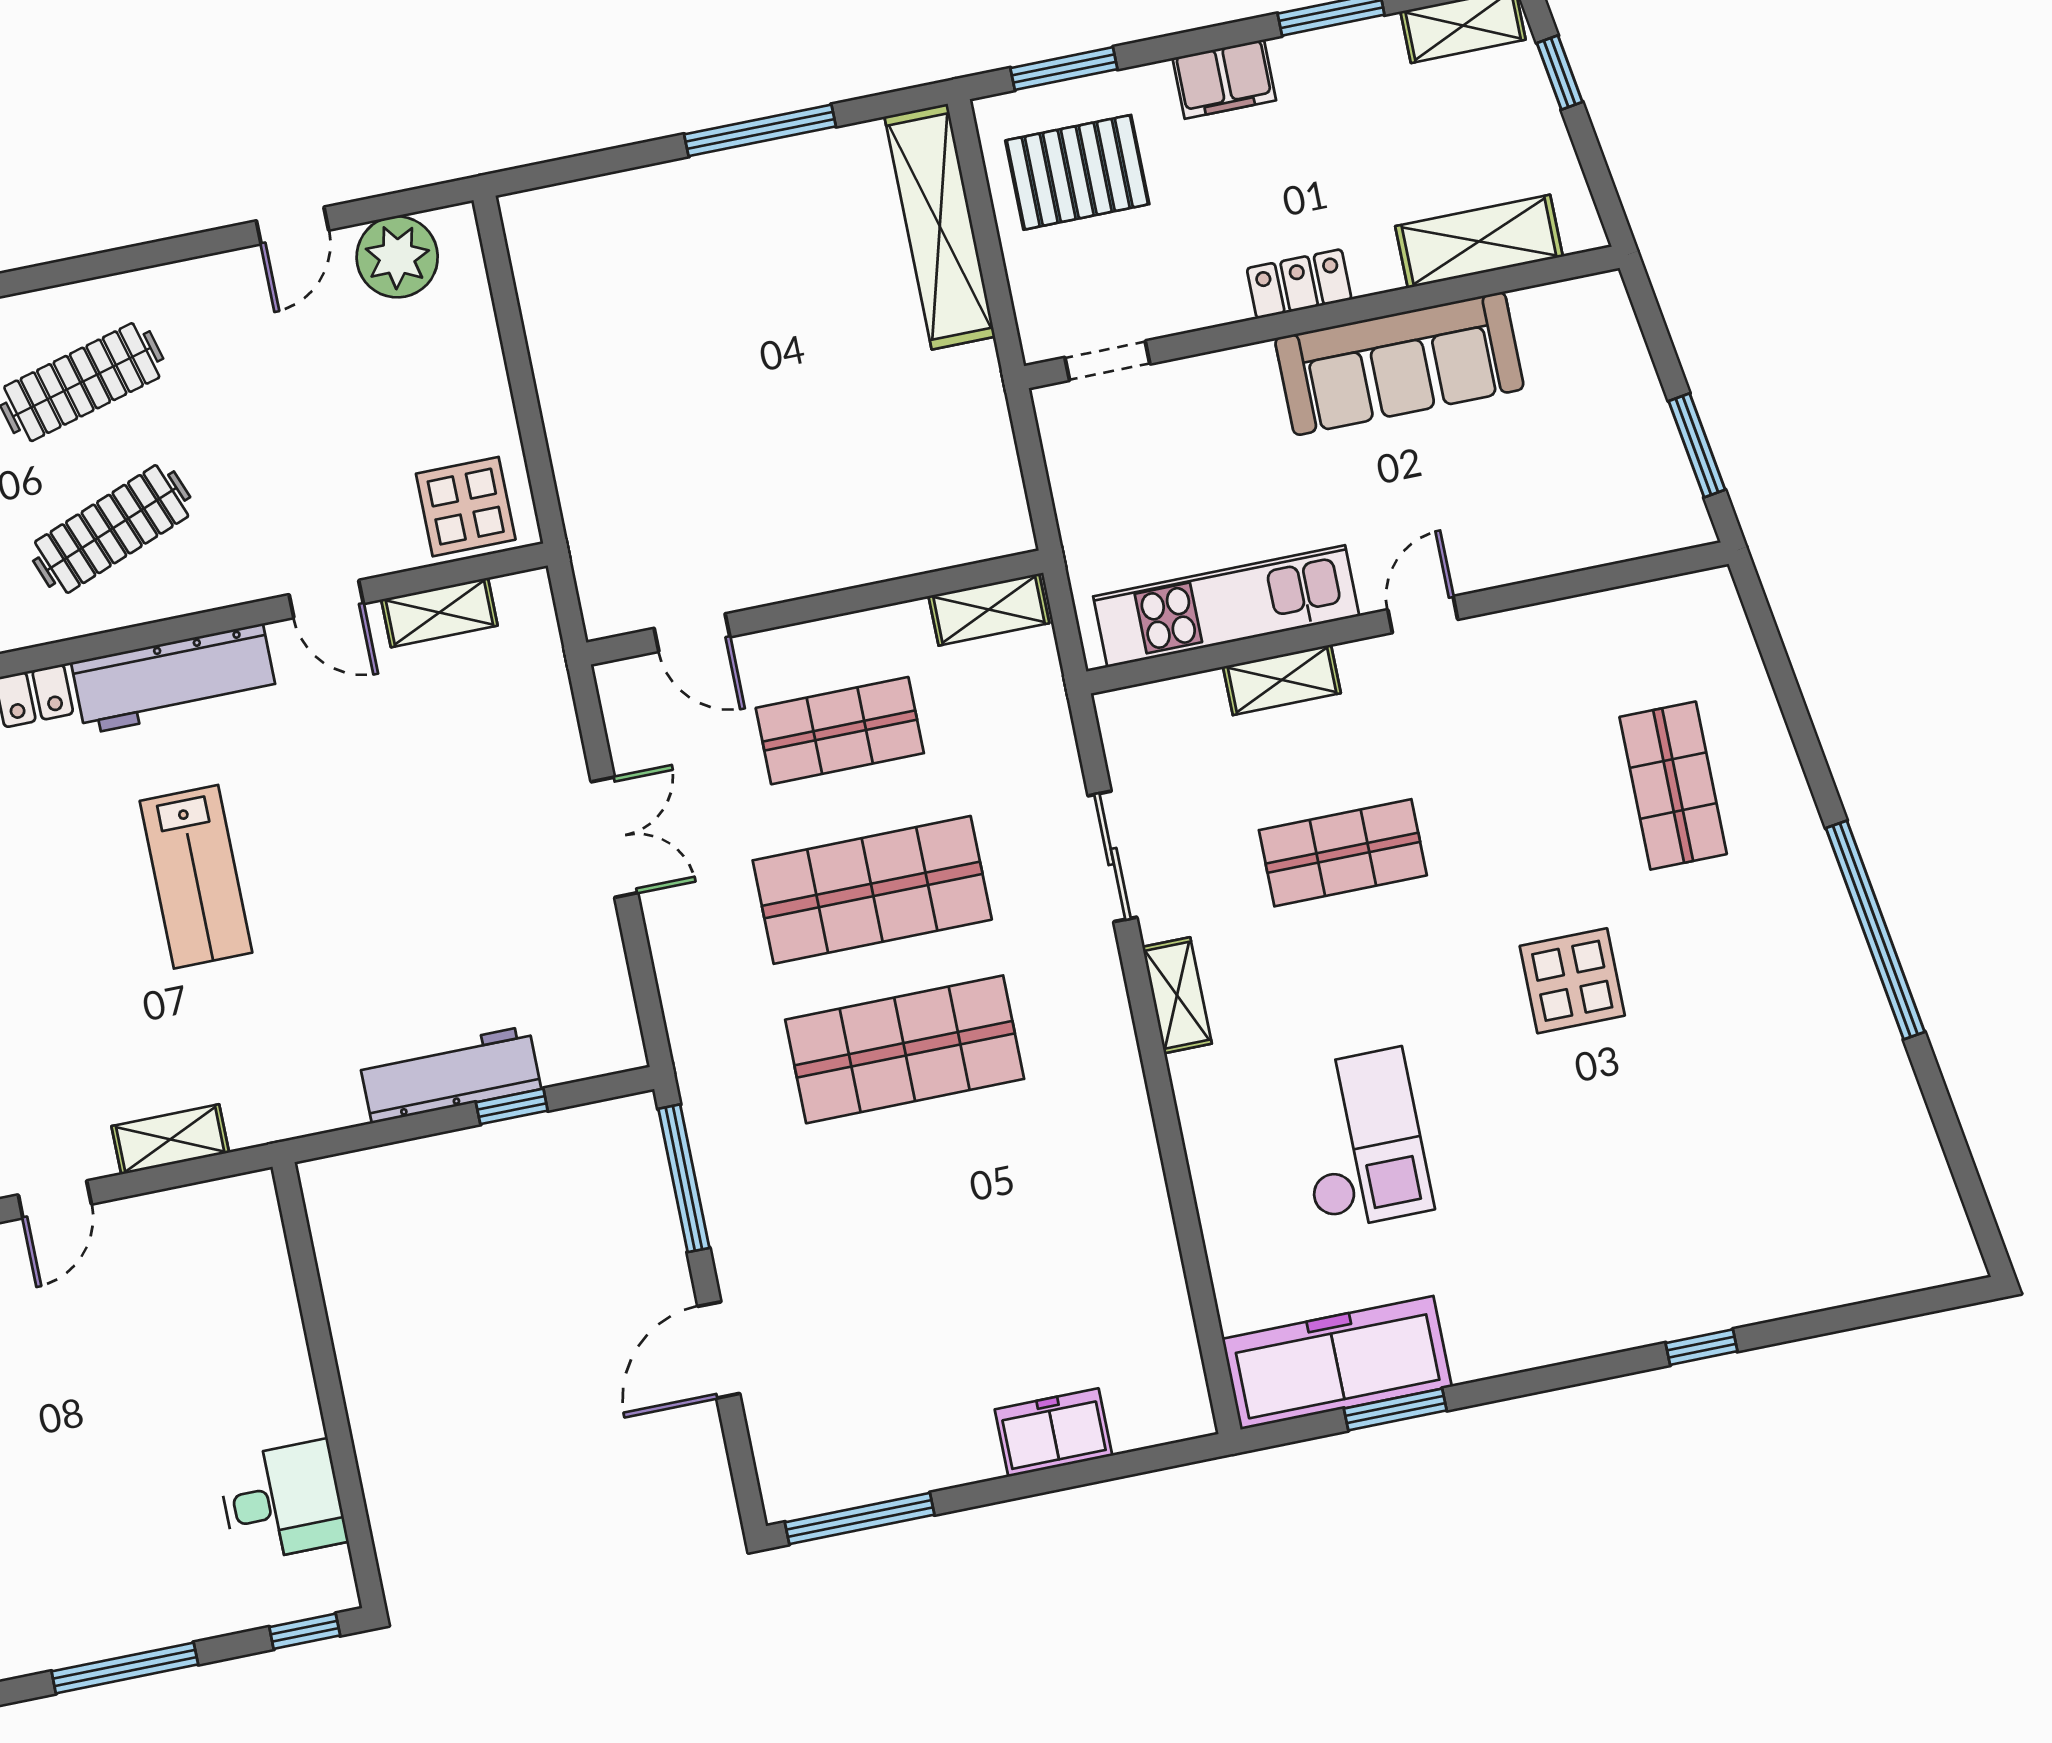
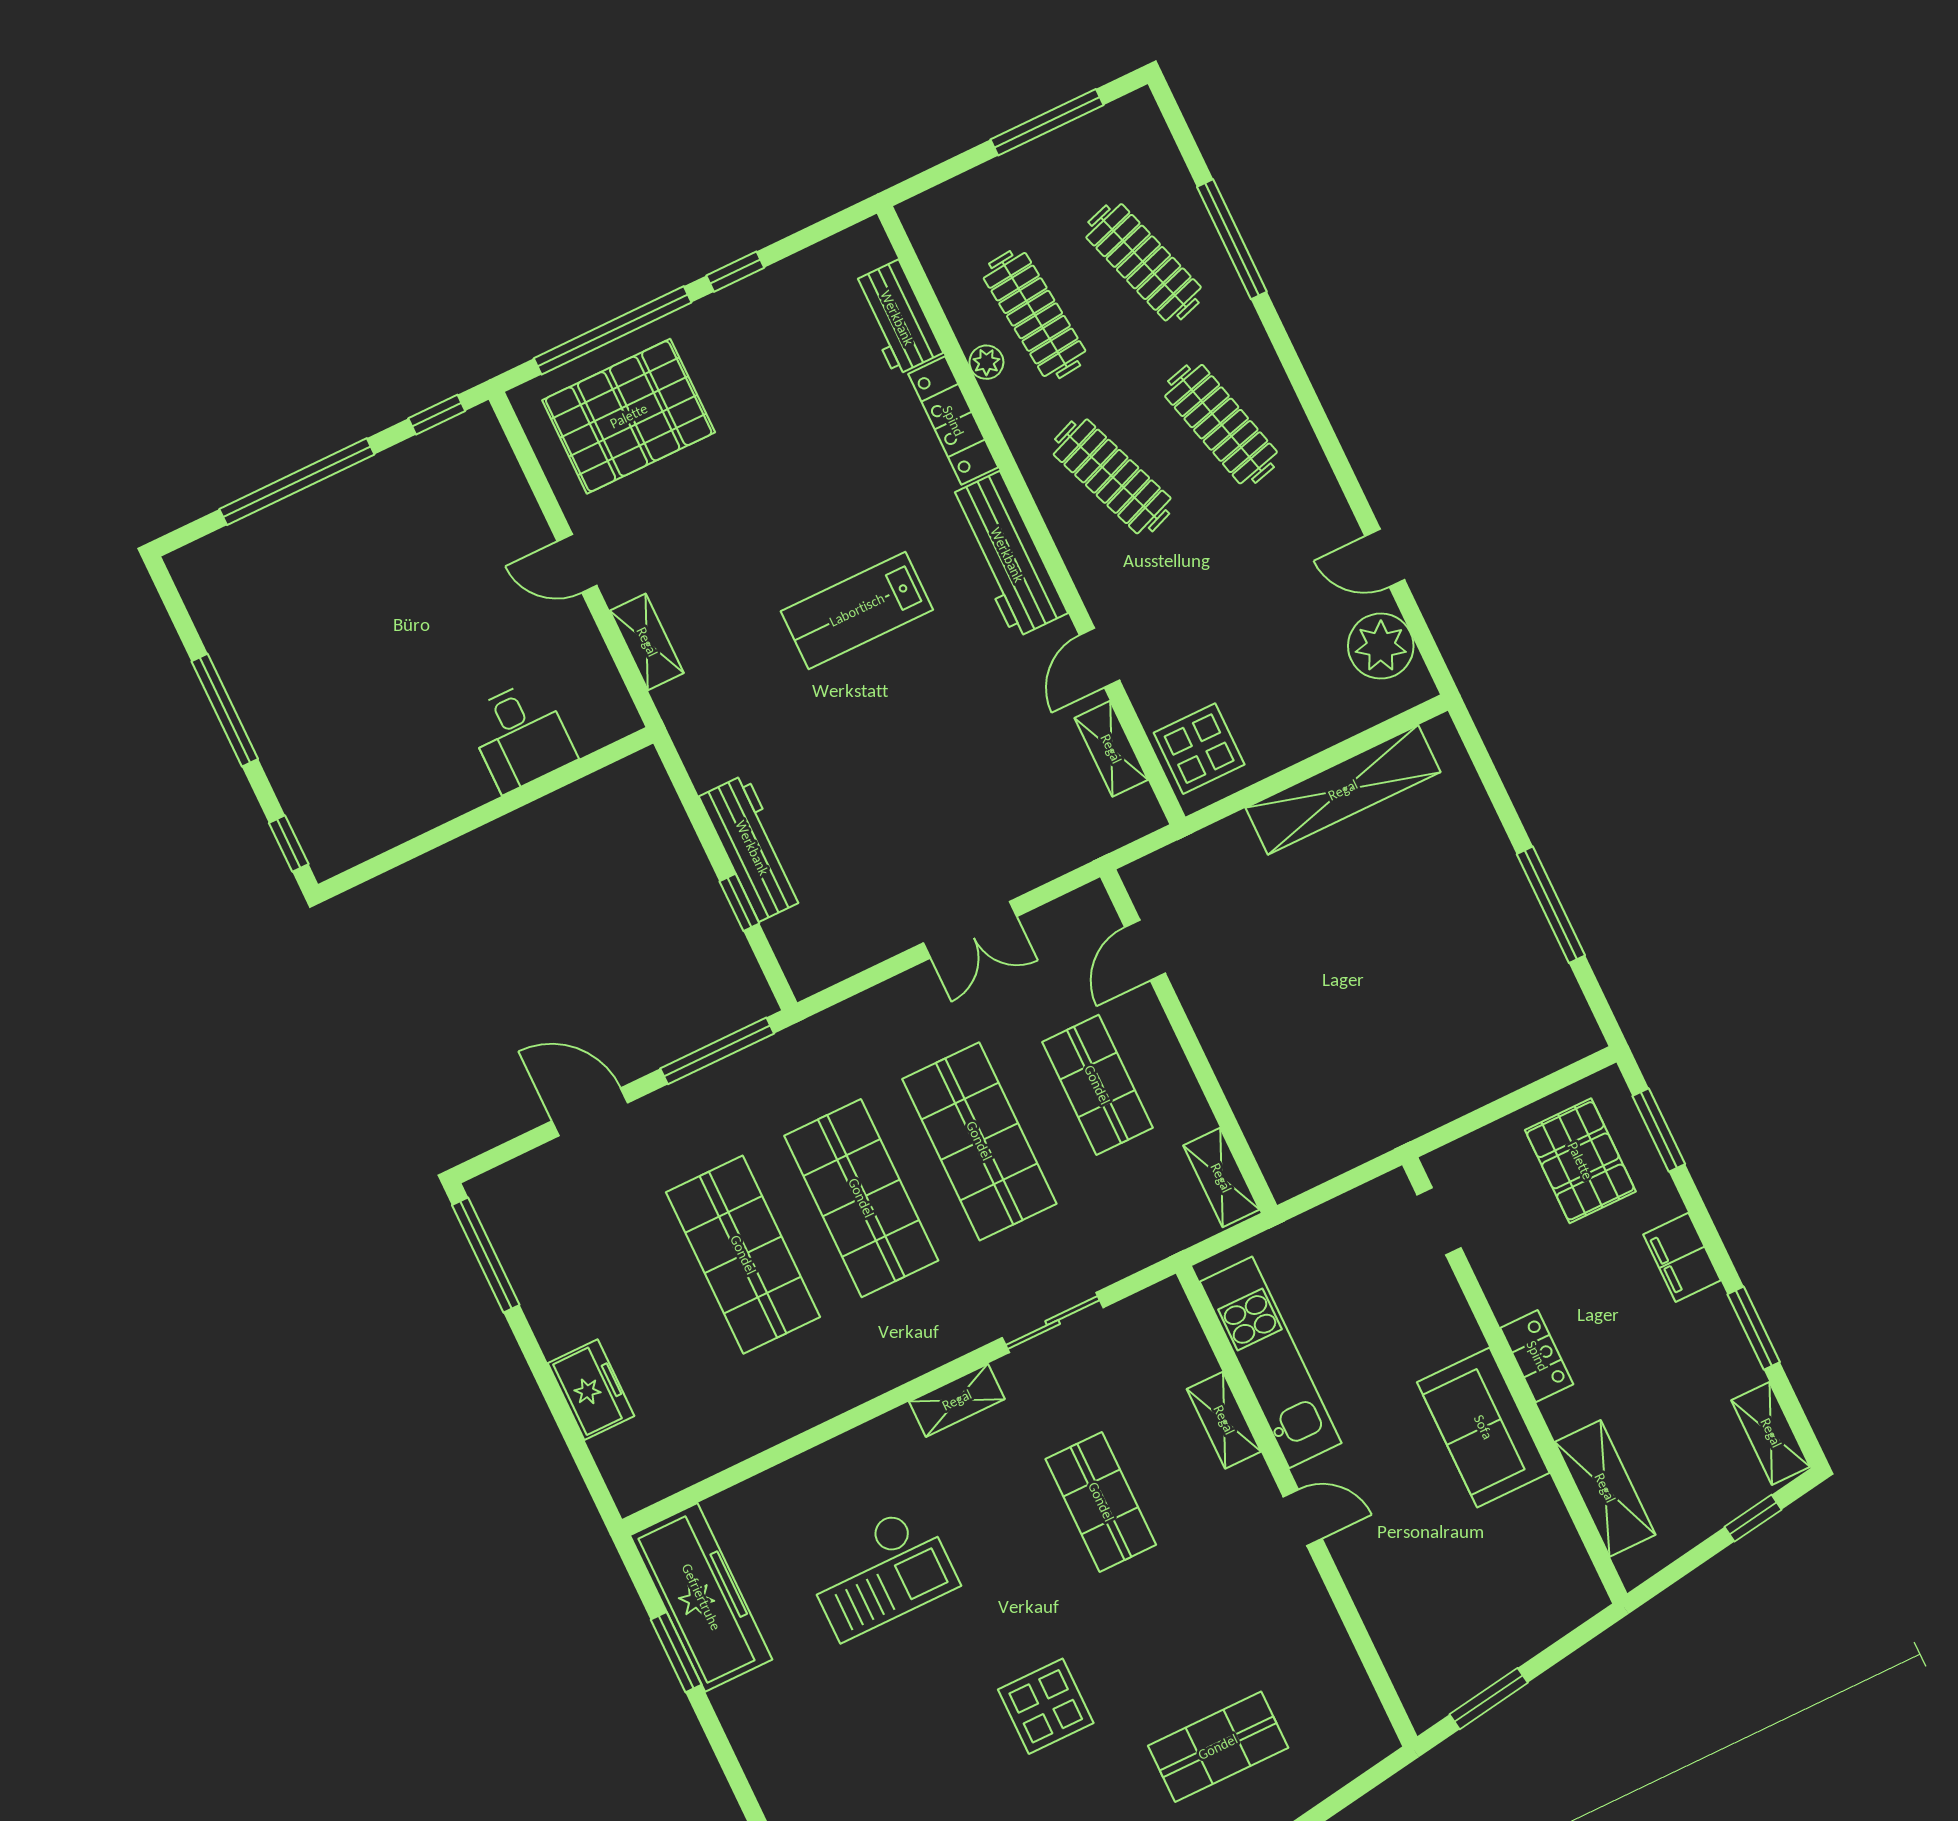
shelving: (940, 227) -> (1343, 790), moved
sofa: (1399, 364) -> (1483, 1427), width x0.73
shop shelf: (937, 1209) -> (743, 1255), added
desk: (282, 1501) -> (521, 736), moved

